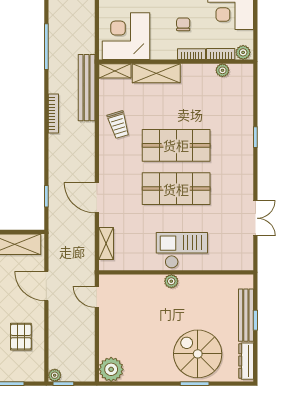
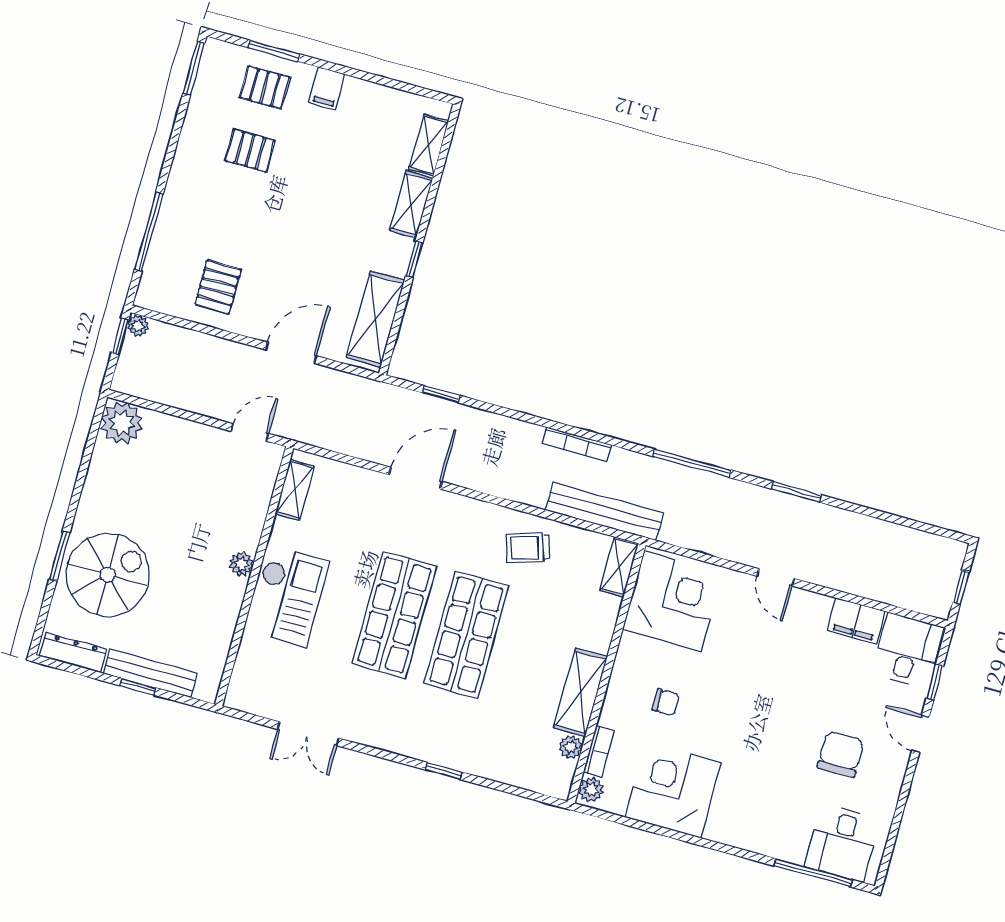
bookcase: (192, 54) -> (612, 703), removed
shelving: (156, 73) -> (581, 692), moved
shelving: (106, 244) -> (295, 490), moved, turned 90
pallet: (21, 337) -> (218, 287), turned 90

